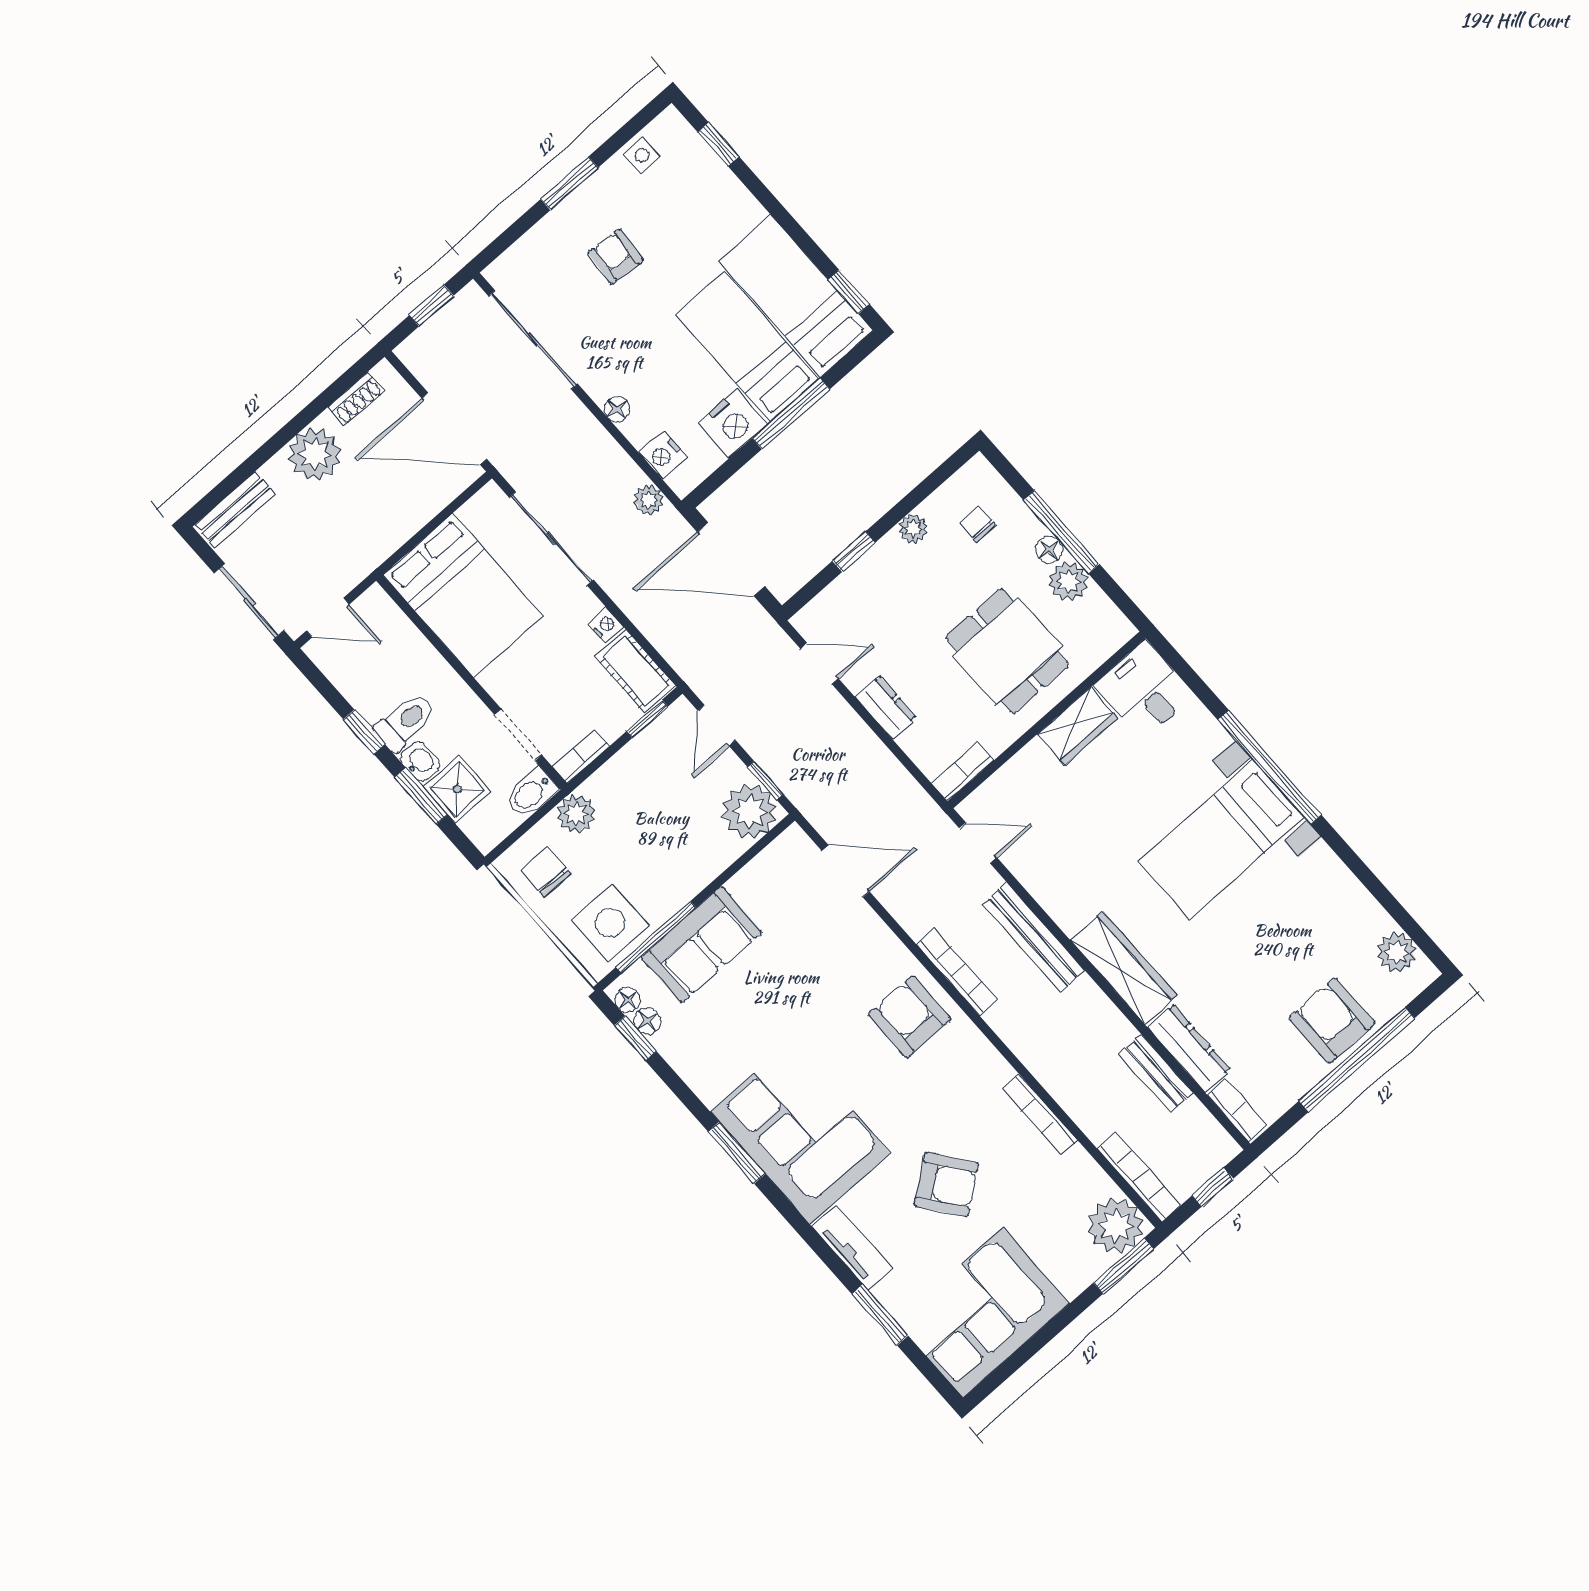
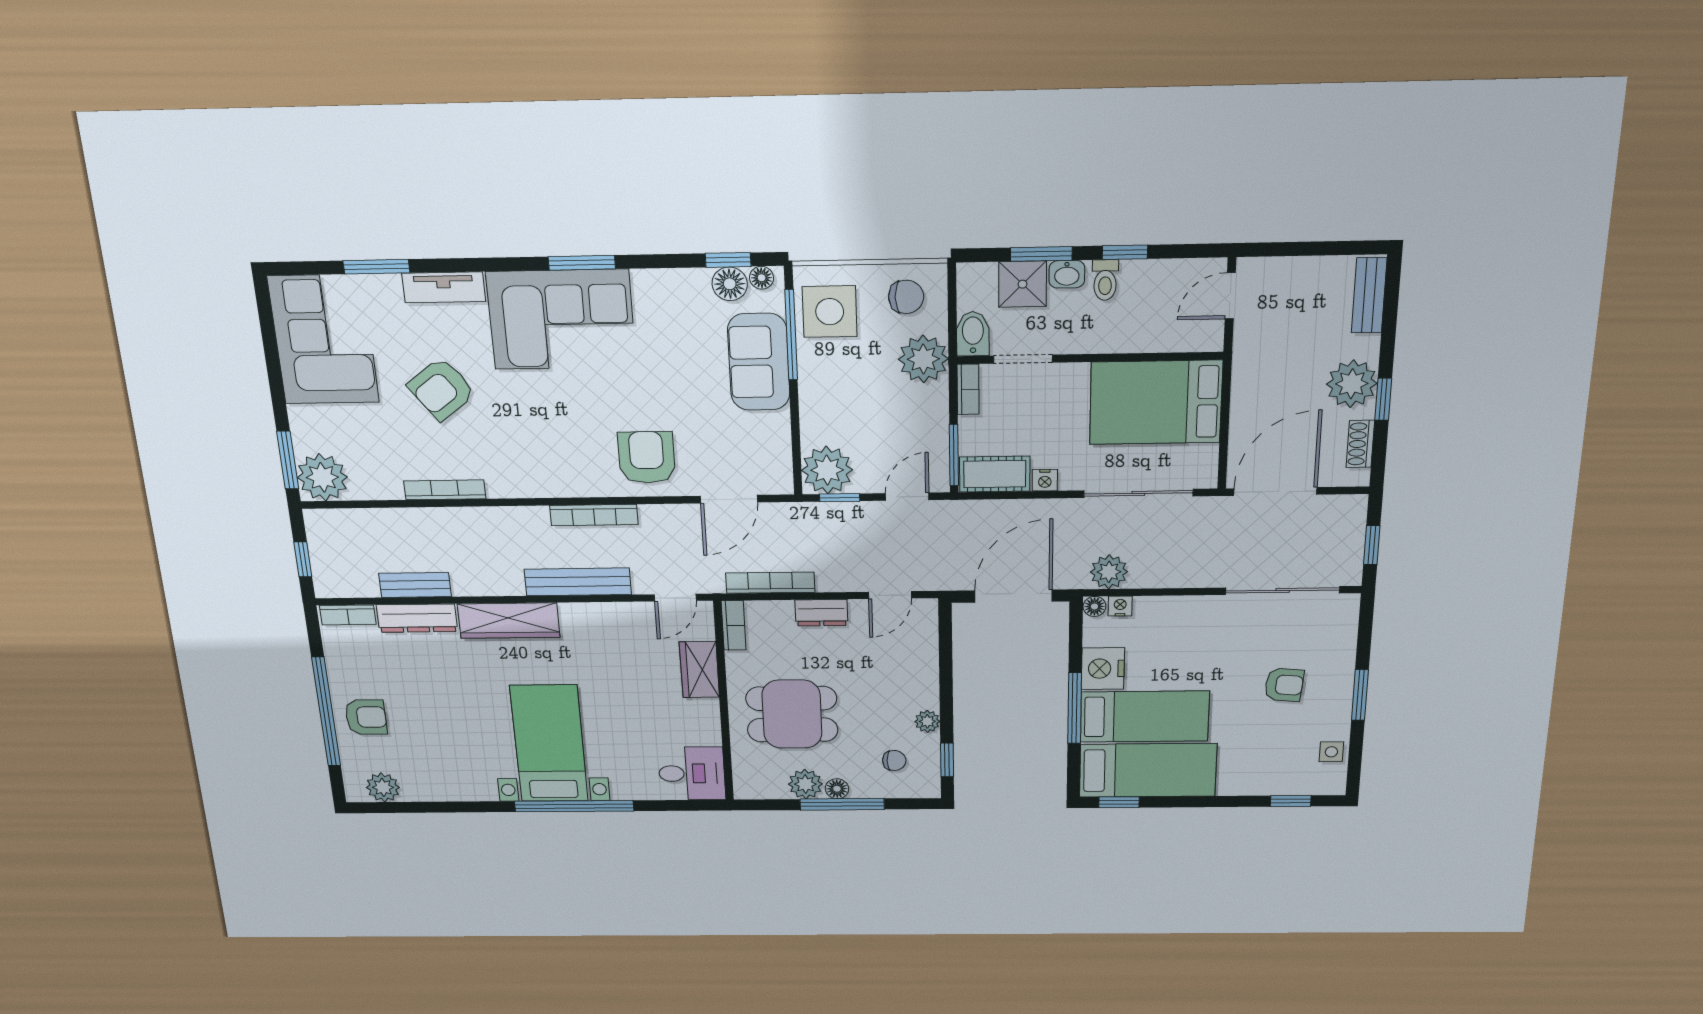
floor lamp: (617, 409) -> (1094, 606), moved
window: (305, 417) -> (1383, 399), added
nightstand: (663, 455) -> (1120, 606), width x0.72, depth x0.74
plant: (649, 500) -> (1109, 572), width x1.38, depth x1.38
window: (854, 552) -> (947, 760), moved
sliding door: (249, 602) -> (1295, 249), removed
window: (647, 719) -> (954, 455), width x1.50
toilet: (405, 722) -> (1105, 280), width x0.73, depth x0.72
door: (717, 726) -> (907, 497), hinge flipped
wardrobe: (1077, 726) -> (699, 670), moved
plant: (576, 814) -> (923, 359), width x1.36, depth x1.36
armchair: (910, 1017) -> (647, 457), moved, turned -90
floor lamp: (647, 1021) -> (730, 284), width x1.37, depth x1.37
armchair: (1332, 1021) -> (366, 717), width x0.72, depth x0.72
bookcase: (1139, 1177) -> (770, 583), moved, turned 180

